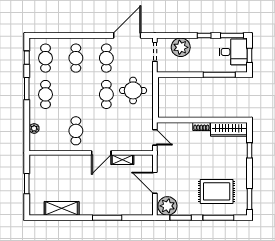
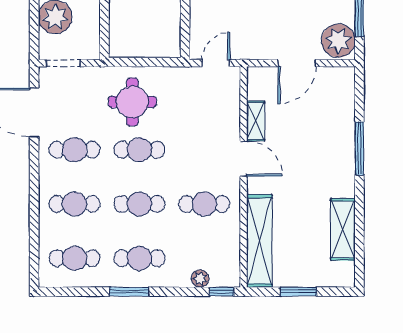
window: (27, 58) -> (222, 292), moved
cafe table: (76, 94) -> (139, 204), added
shelving: (55, 162) -> (259, 241), added

